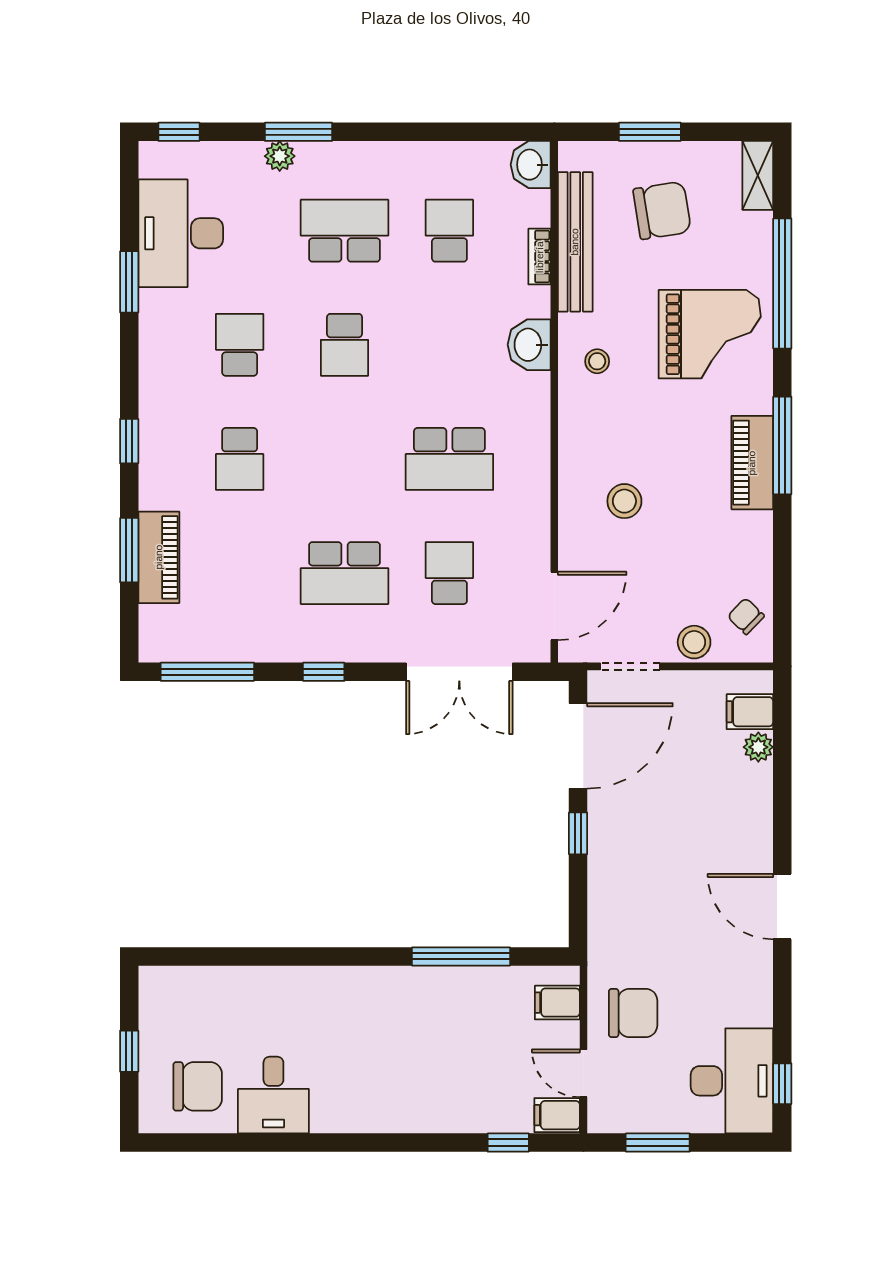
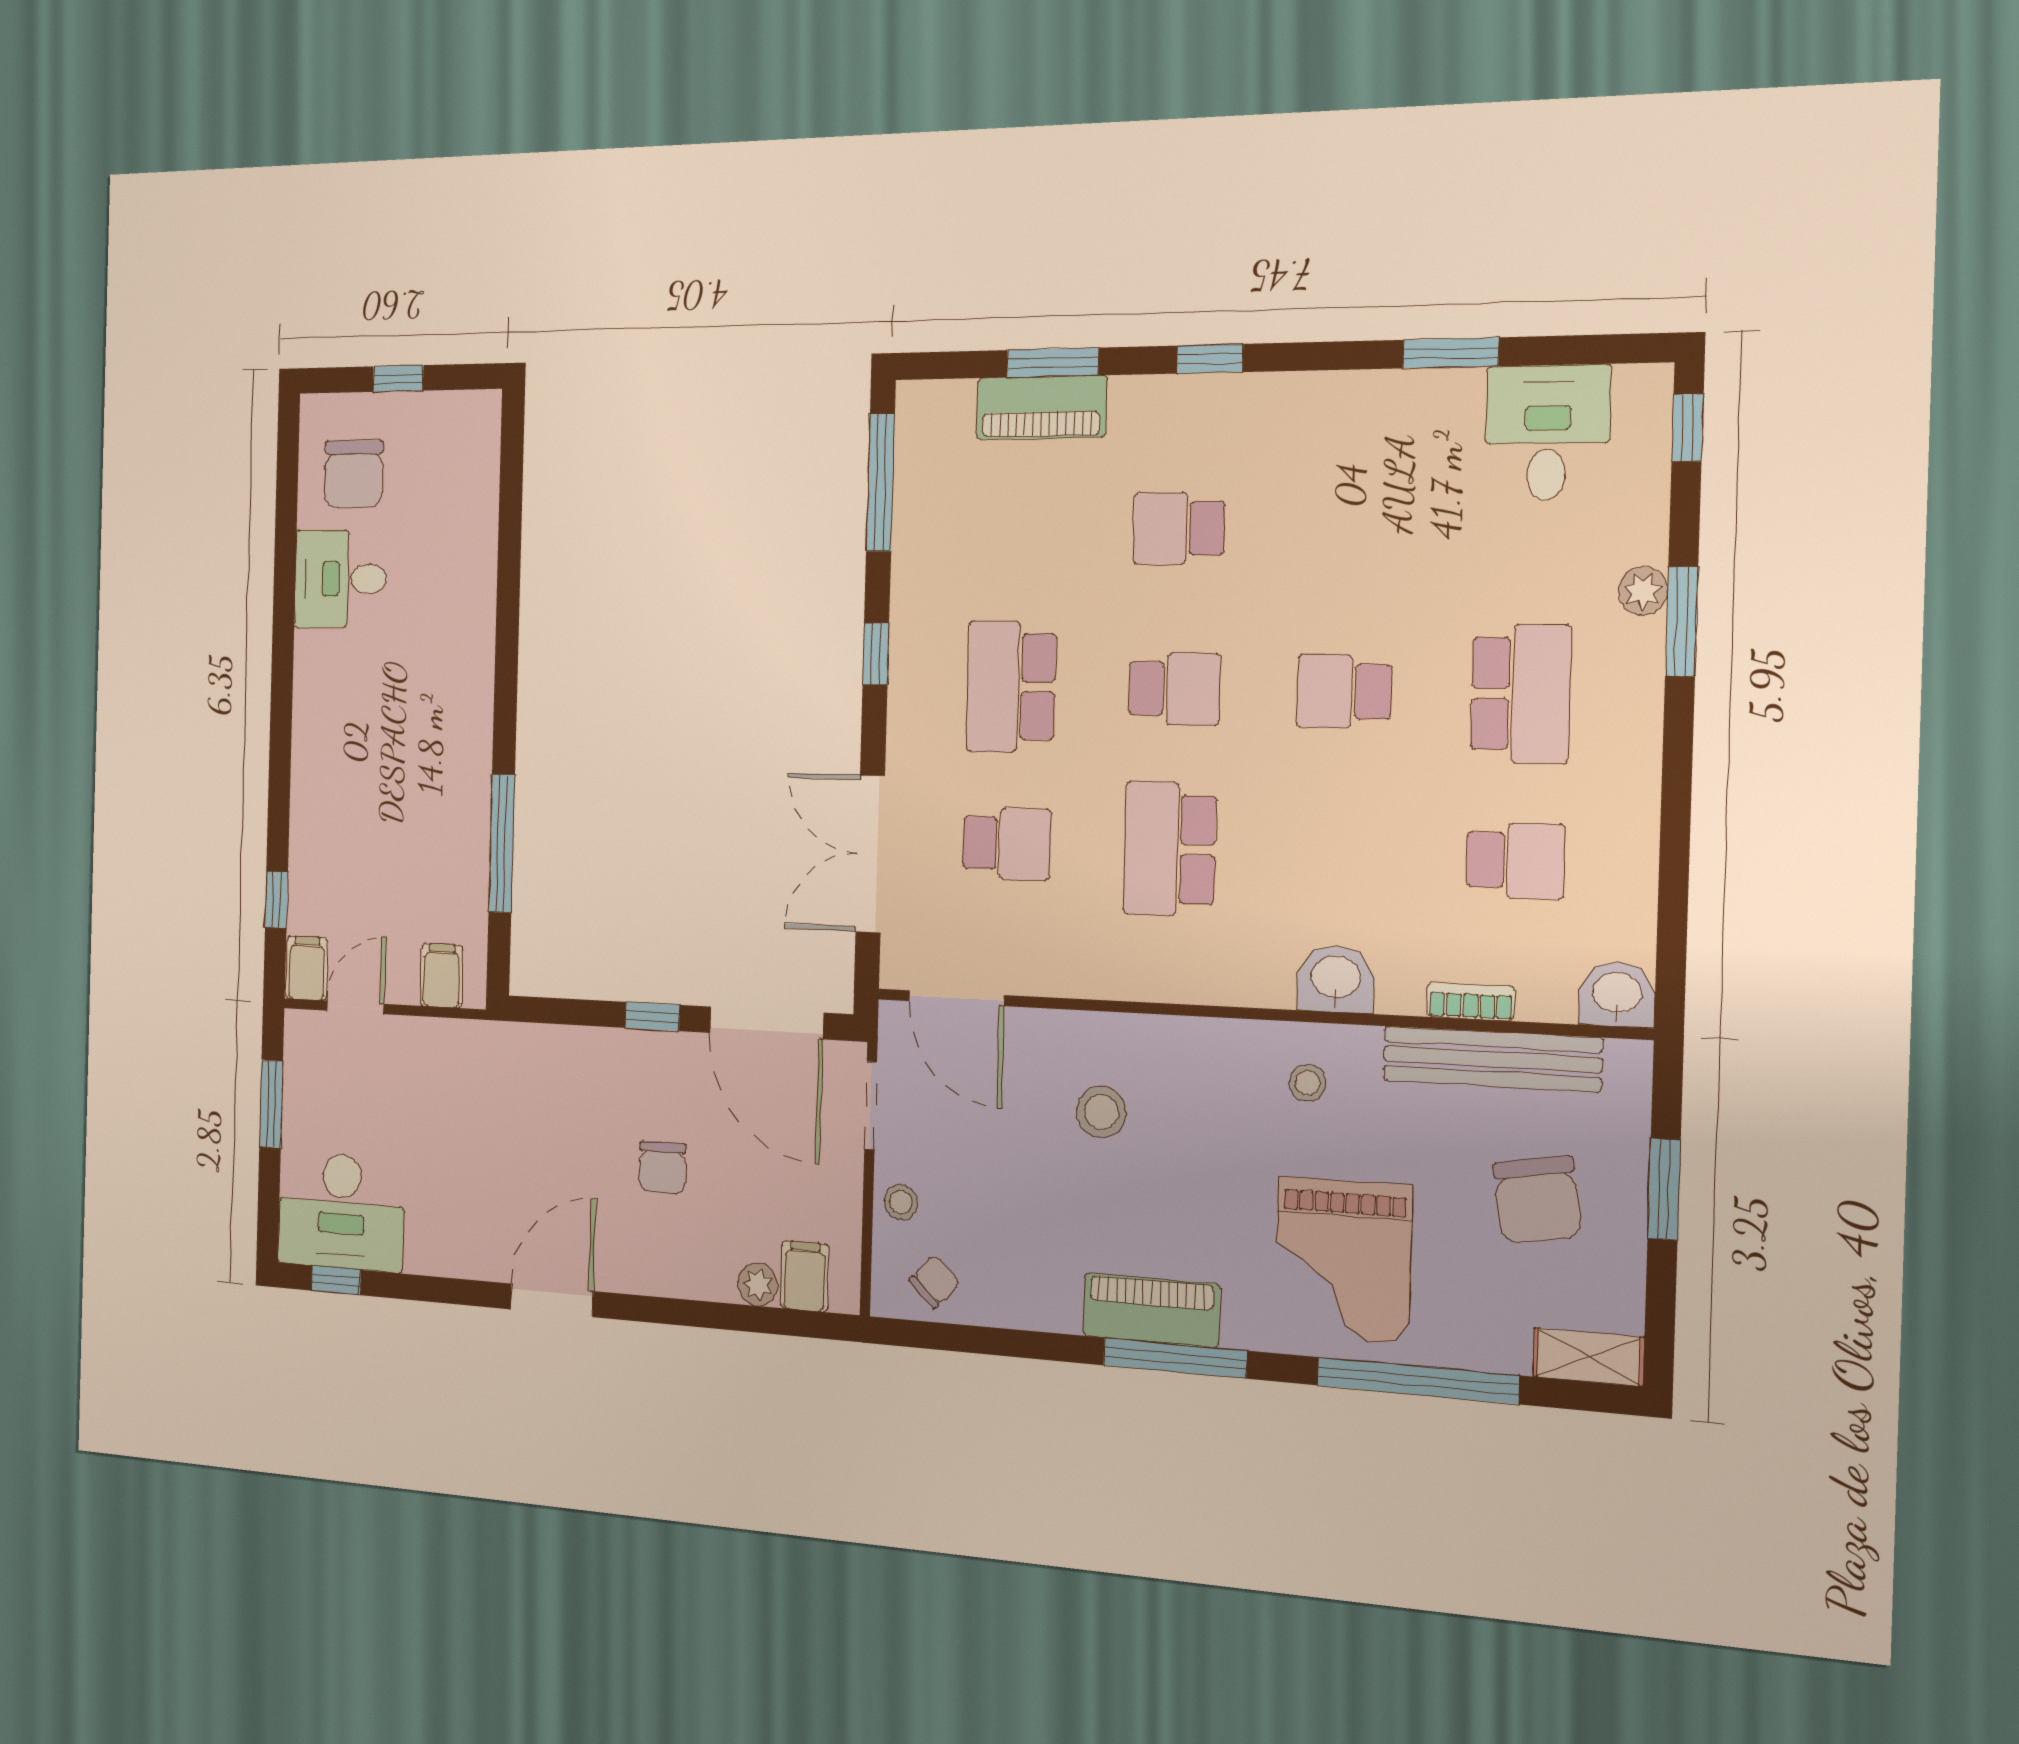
desk: (181, 233) -> (1547, 433), width x0.73
school desk: (240, 345) -> (1174, 689), moved
stool: (694, 642) -> (901, 1202), width x0.73, depth x0.73
chair: (633, 1013) -> (662, 1167), moved, width x0.73, depth x0.73

